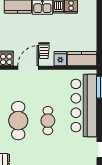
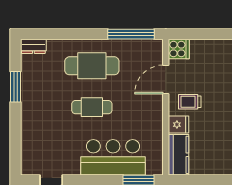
door: (28, 68) -> (166, 79), swing flipped
bar counter: (84, 106) -> (113, 157), width x0.73

